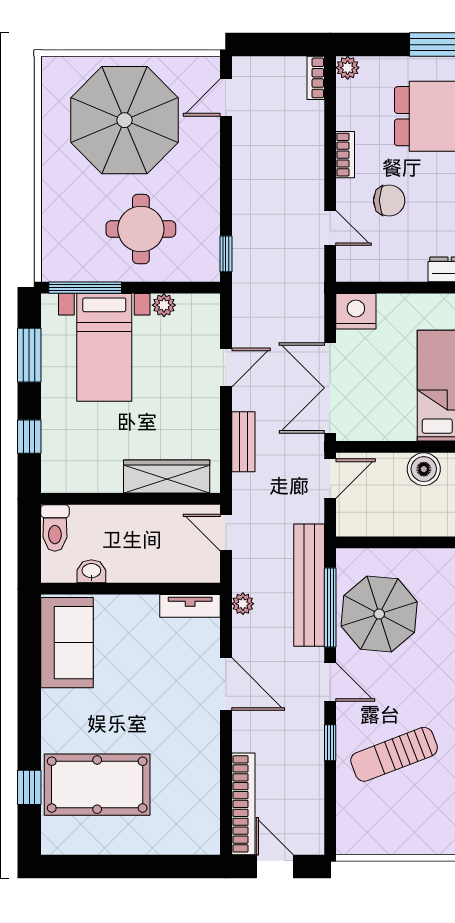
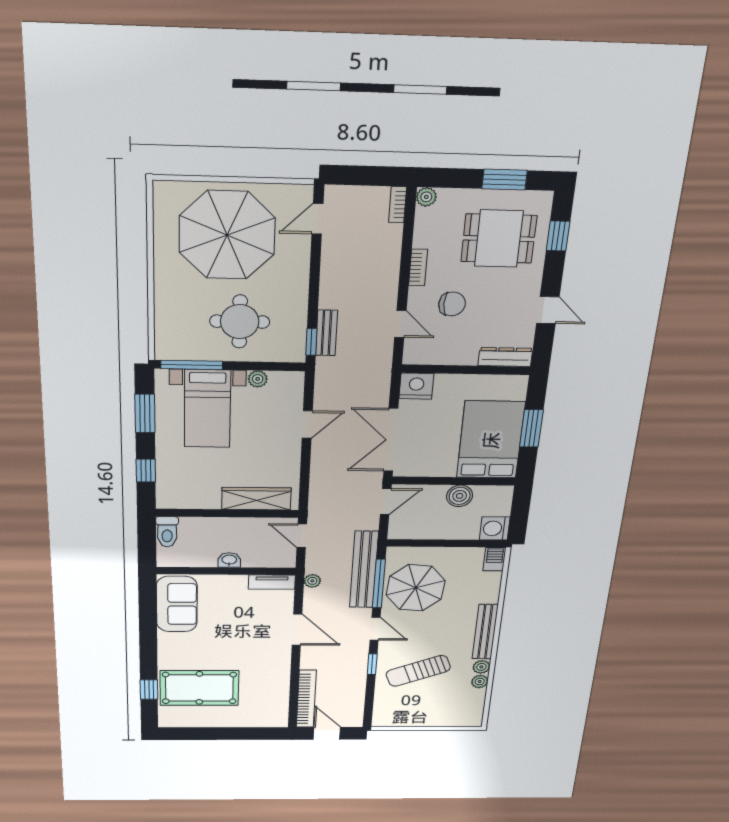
bench: (243, 442) -> (326, 333), moved
washbasin: (91, 571) -> (229, 560), moved

